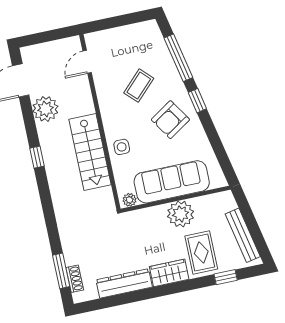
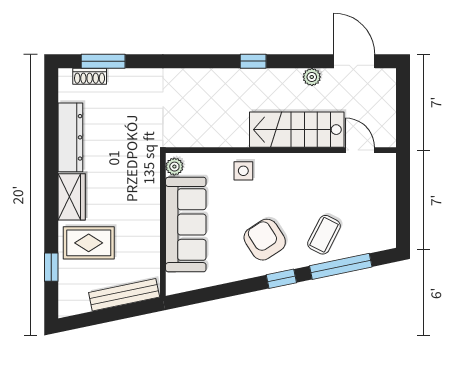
coffee table: (139, 86) -> (324, 235), moved, turned 72
plant: (45, 109) -> (312, 77), width x0.53, depth x0.53
stairs: (90, 152) -> (297, 130), moved
plant: (181, 214) -> (143, 227), removed
bench: (243, 235) -> (124, 295), moved

